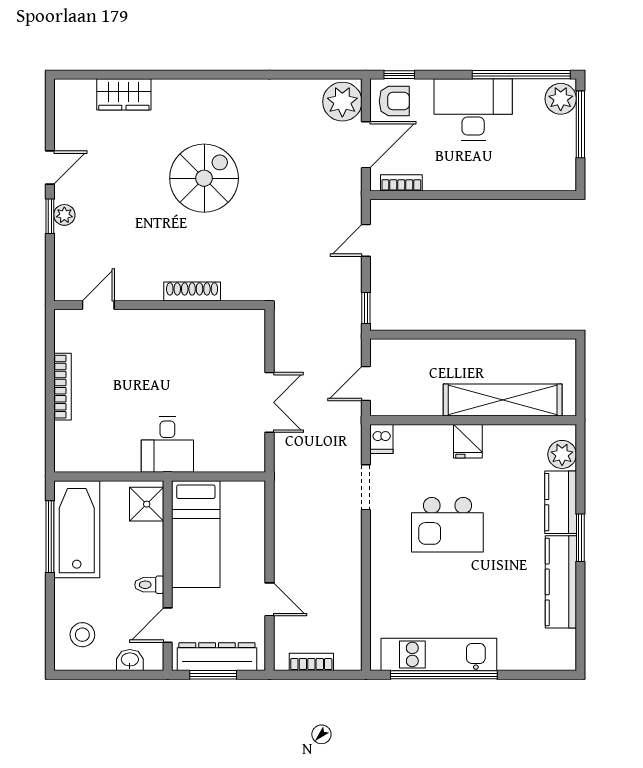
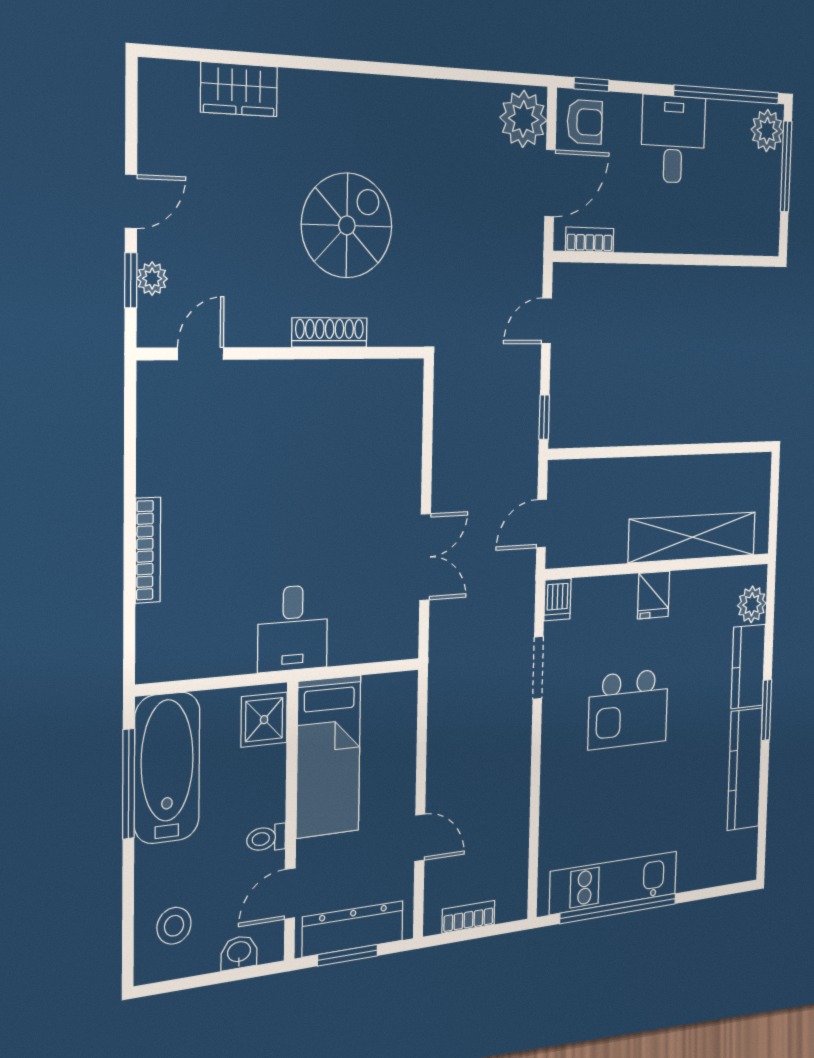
desk: (473, 109) -> (673, 139), width x0.73
shoe rack: (192, 291) -> (330, 332), moved
door: (98, 305) -> (201, 354), moved
wall: (160, 305) -> (286, 353), moved

